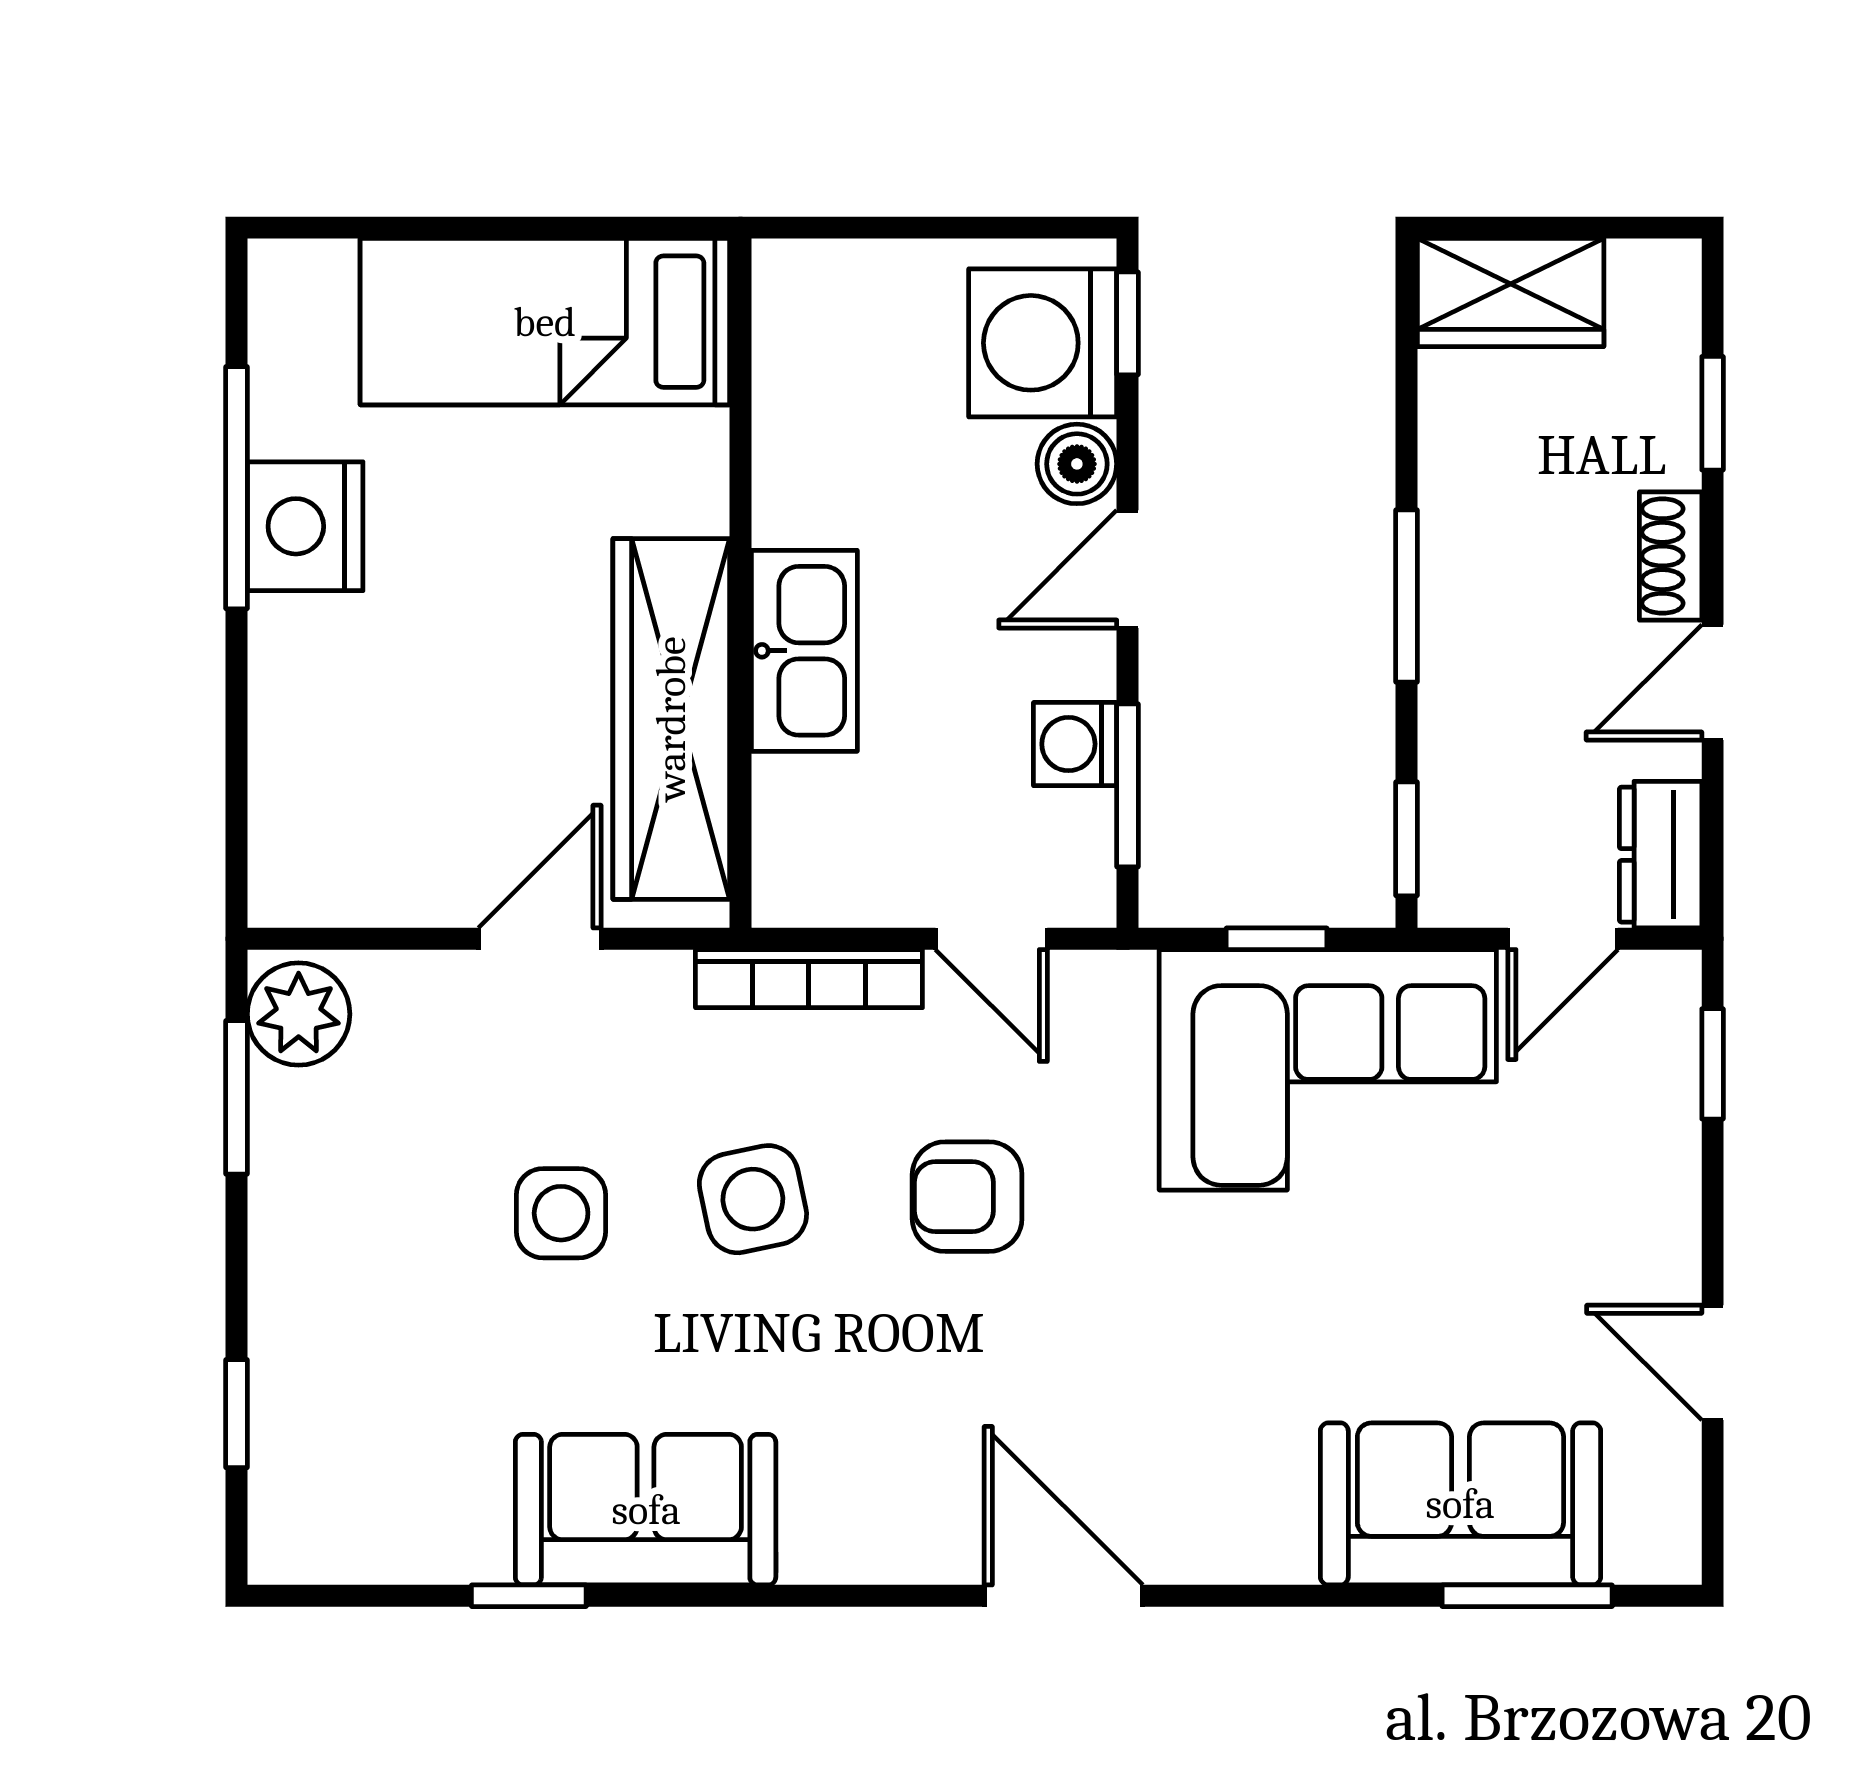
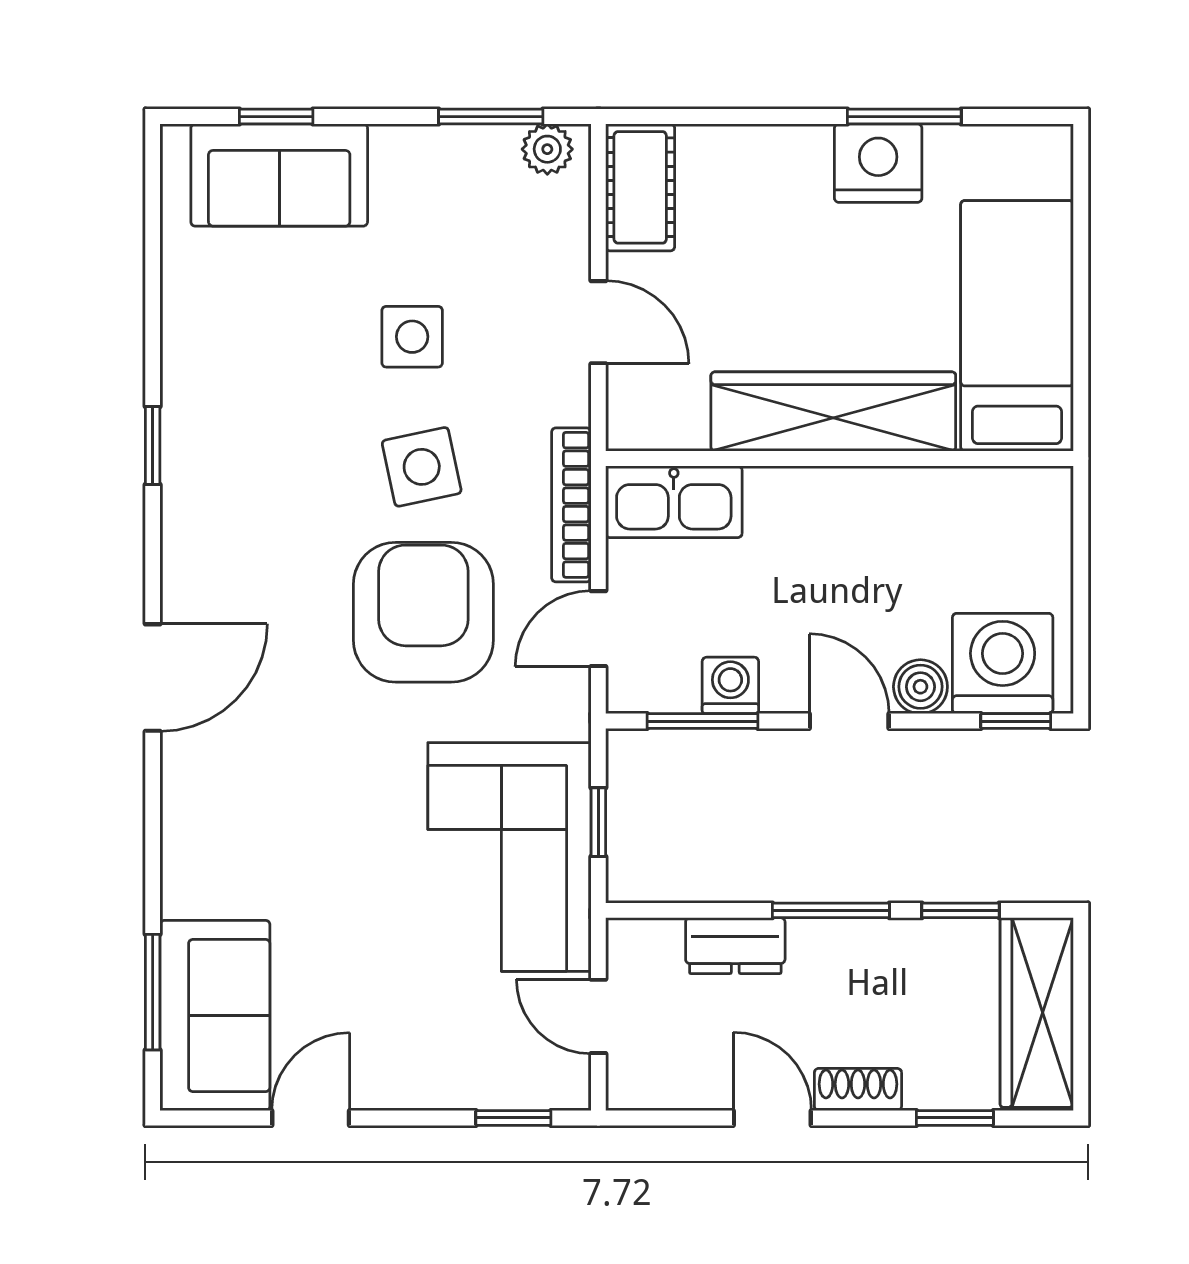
wardrobe: (1511, 293) -> (1037, 1013), width x1.50
window: (236, 488) -> (904, 117), width x0.69
kitchen sink: (804, 651) -> (674, 502), moved
wardrobe: (671, 719) -> (833, 412), moved
window: (1407, 839) -> (961, 910), moved
dresser: (1661, 855) -> (735, 946), moved, turned 180
cot: (341, 877) -> (640, 187), added
plant: (299, 1014) -> (547, 149), width x0.73, depth x0.73
armchair: (967, 1197) -> (423, 612), width x1.88, depth x1.88
sofa: (1460, 1504) -> (215, 1016), moved
sofa: (646, 1510) -> (279, 175), moved, turned 90
window: (529, 1596) -> (153, 446), moved

